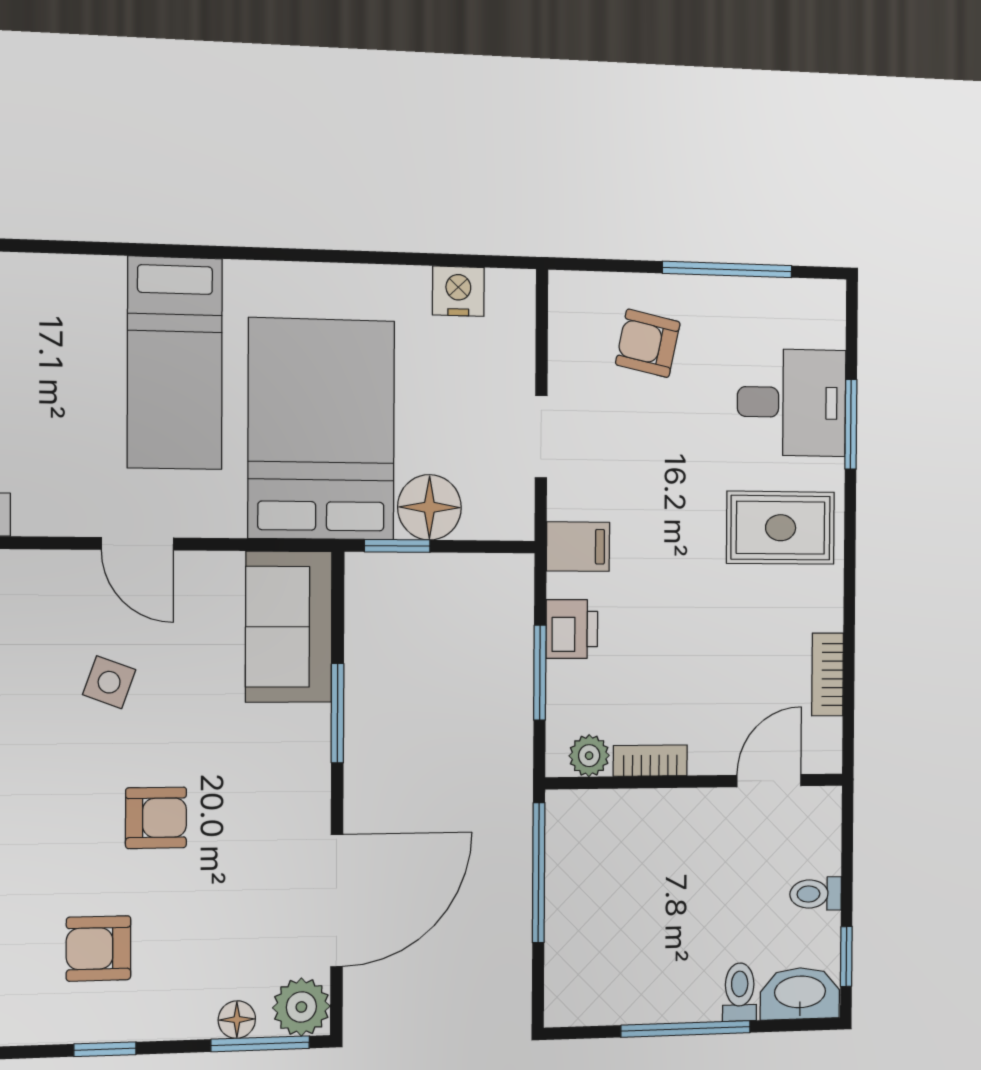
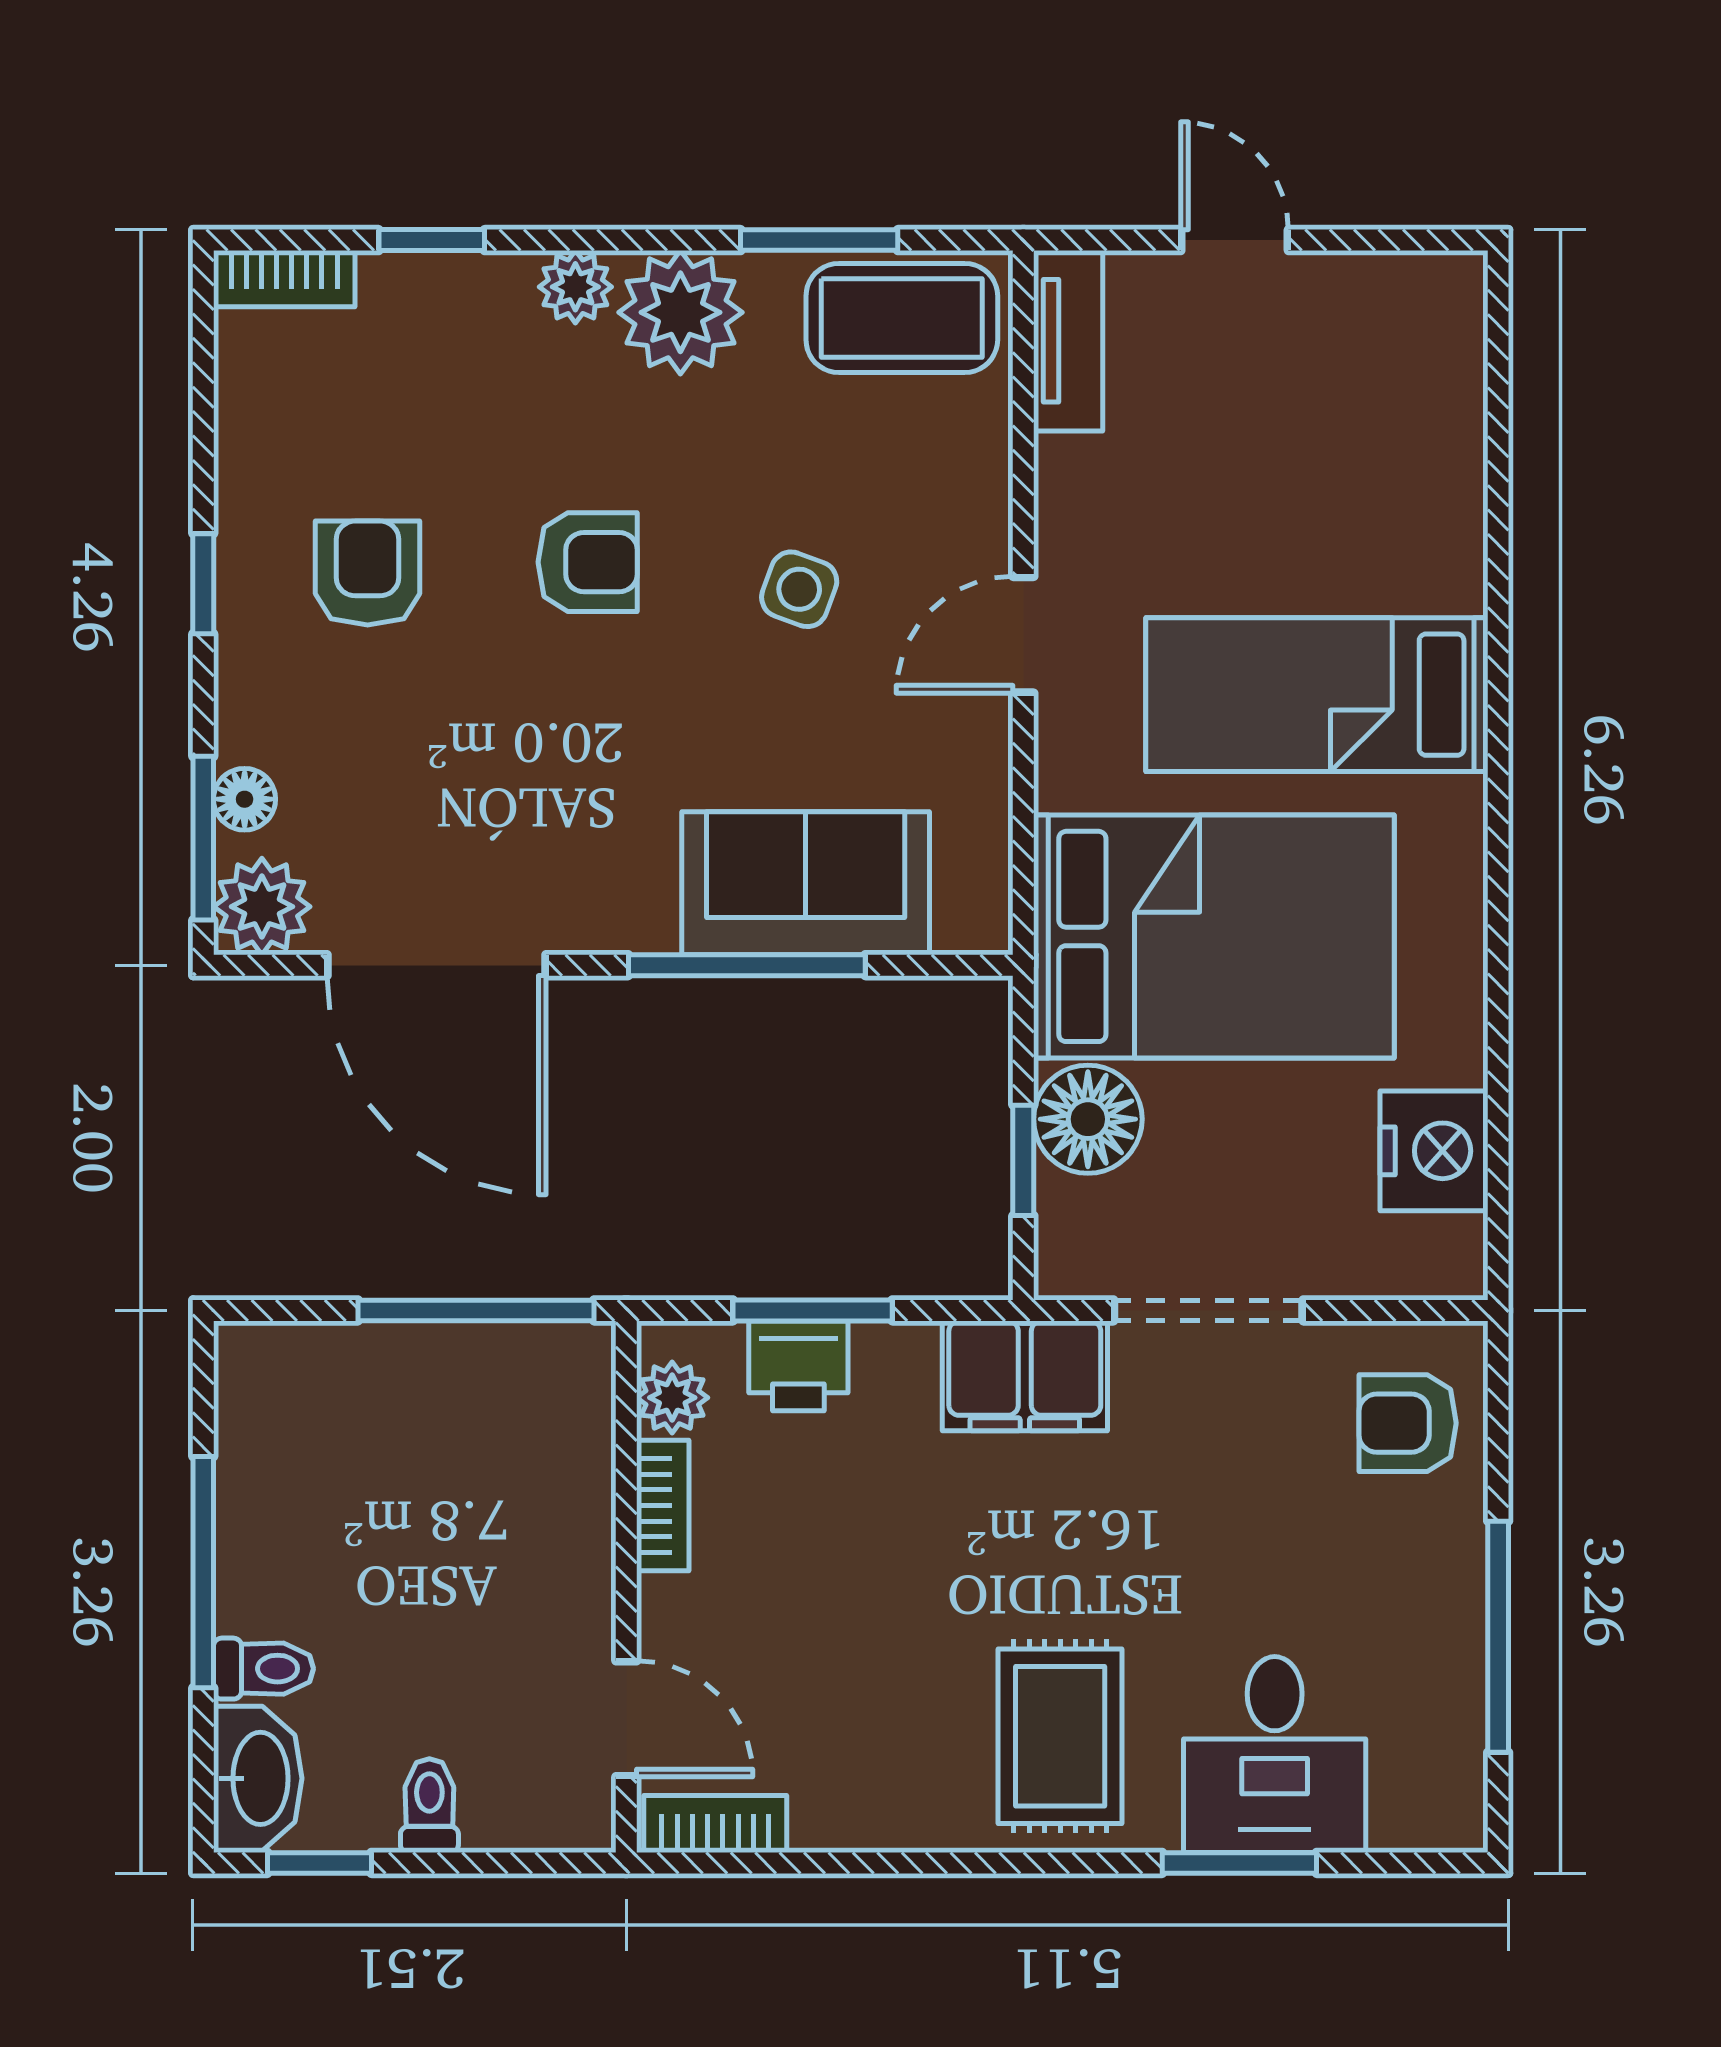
nightstand: (458, 291) -> (1434, 1151), width x1.36, depth x1.33
armchair: (648, 343) -> (1408, 1423), moved, turned -102
doorway: (541, 437) -> (1208, 1310), width x1.38
window: (397, 546) -> (1023, 1160), moved
filing cabinet: (578, 547) -> (1025, 1376), width x2.00
sofa: (289, 627) -> (806, 883), moved
printer: (572, 629) -> (798, 1366), moved
bookcase: (828, 674) -> (715, 1824), moved
window: (337, 713) -> (747, 965), width x1.44
armchair: (156, 818) -> (588, 562), moved, turned -90

